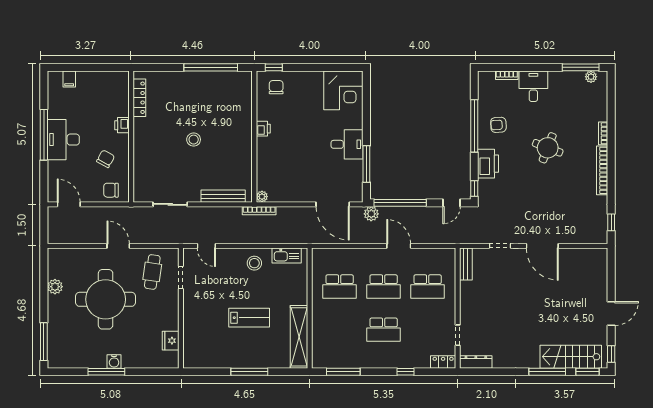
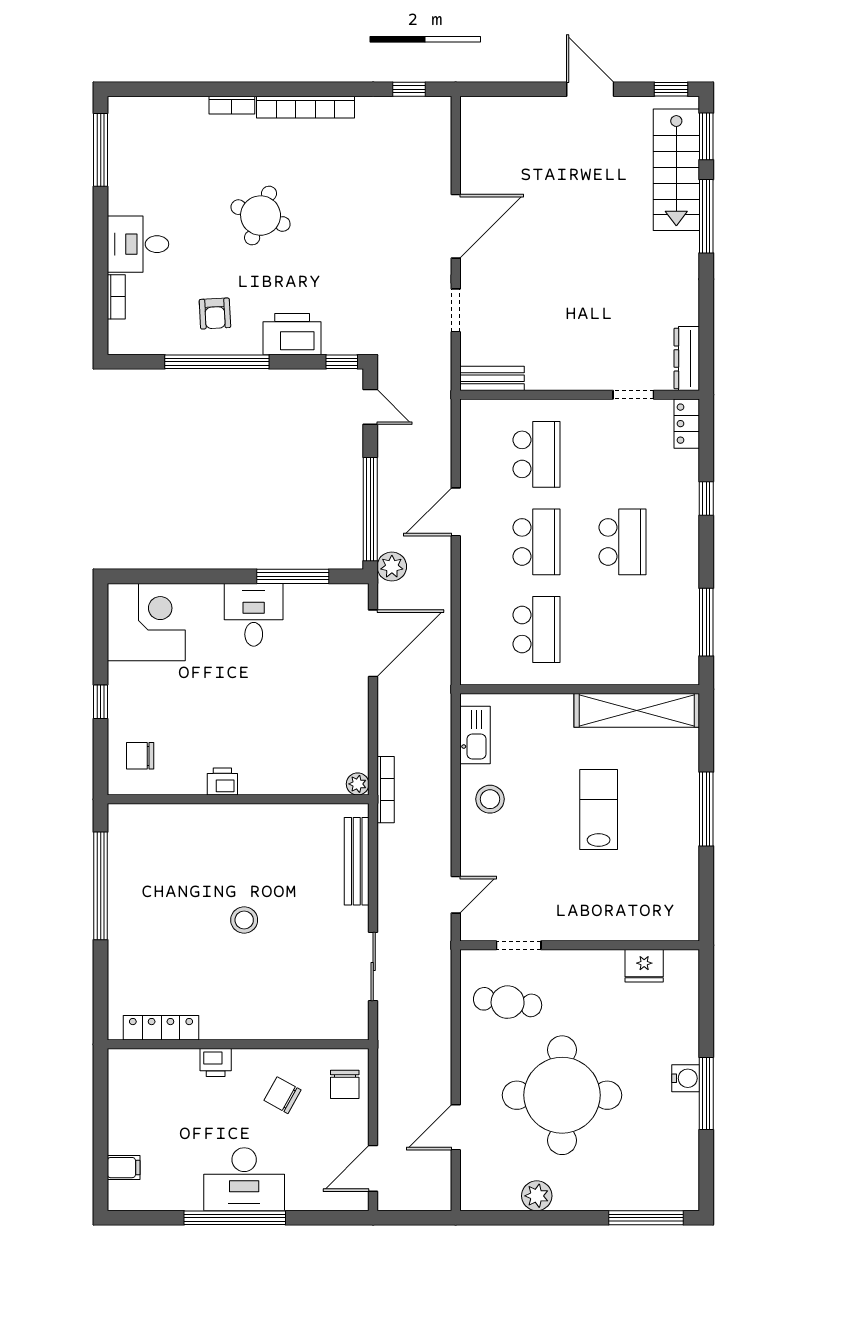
window: (274, 67) -> (101, 702), moved
plant: (591, 77) -> (119, 129), removed
door: (118, 246) -> (456, 1127), moved

